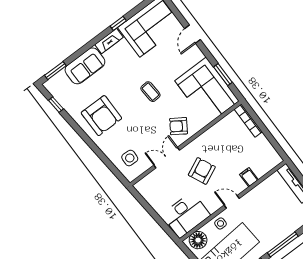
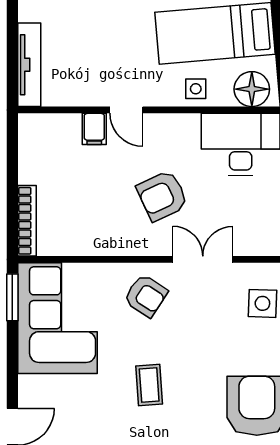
window: (223, 75) -> (12, 297), moved
double door: (167, 158) -> (203, 259), swing flipped
door: (232, 202) -> (126, 110), moved

